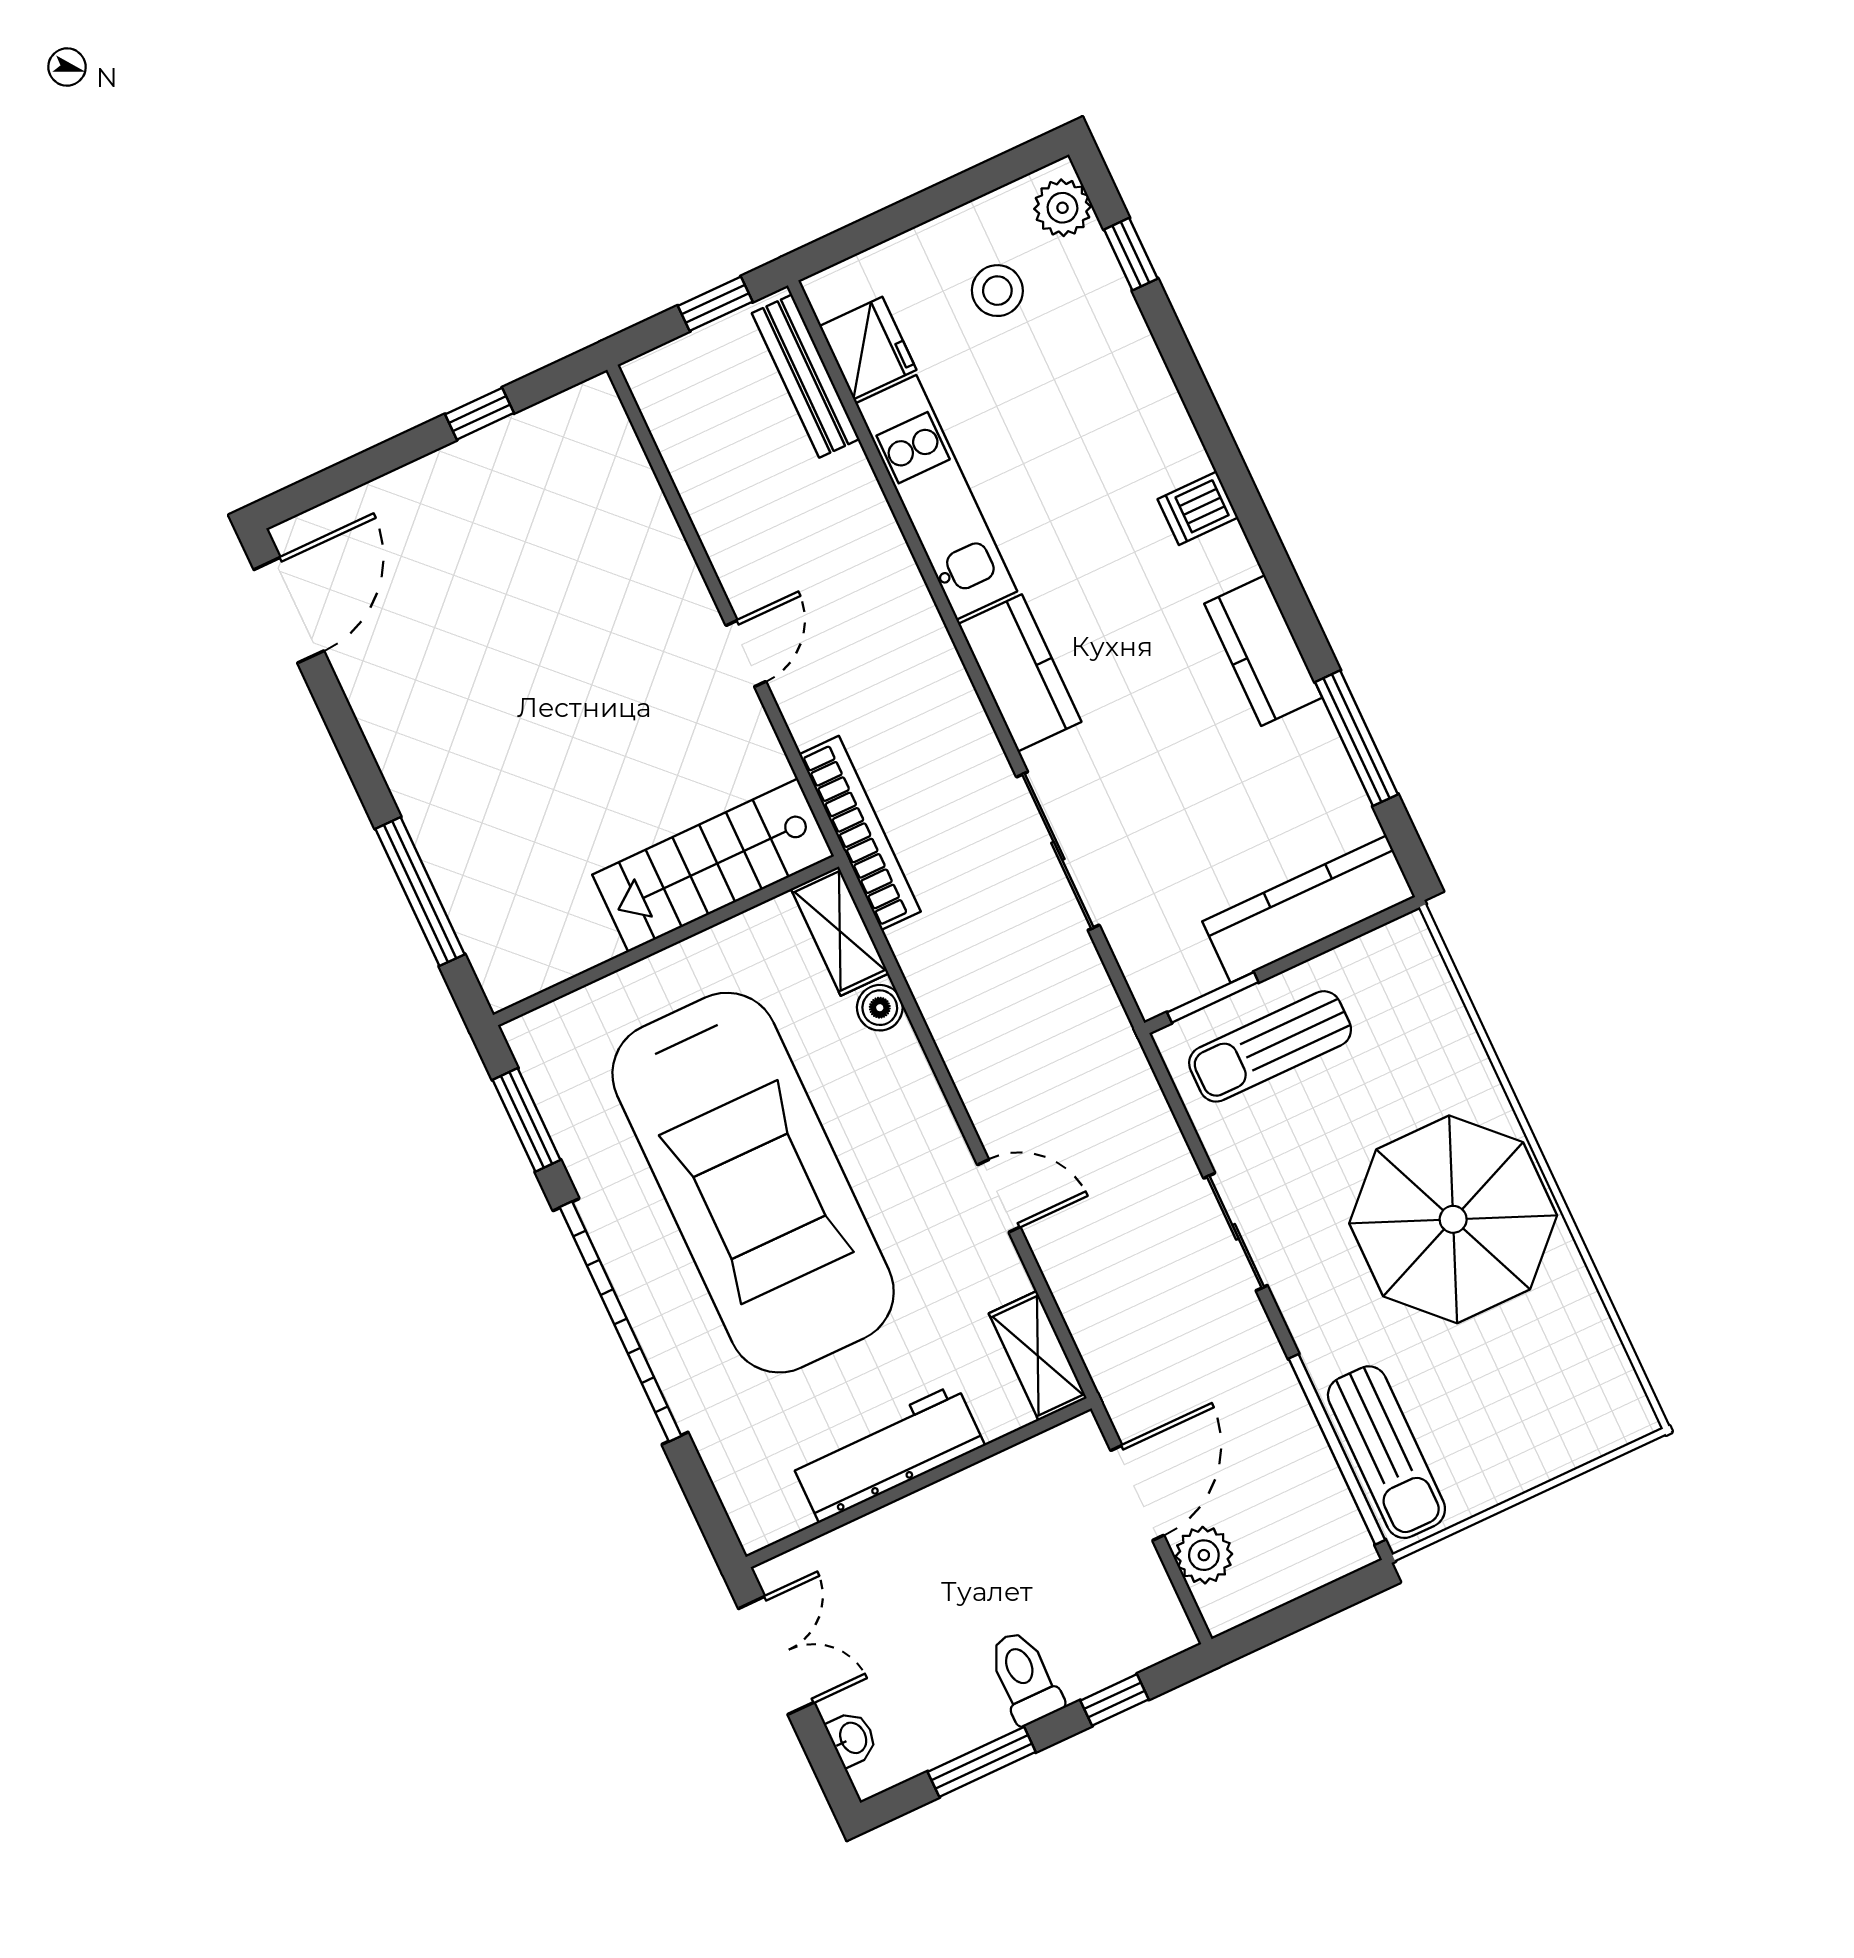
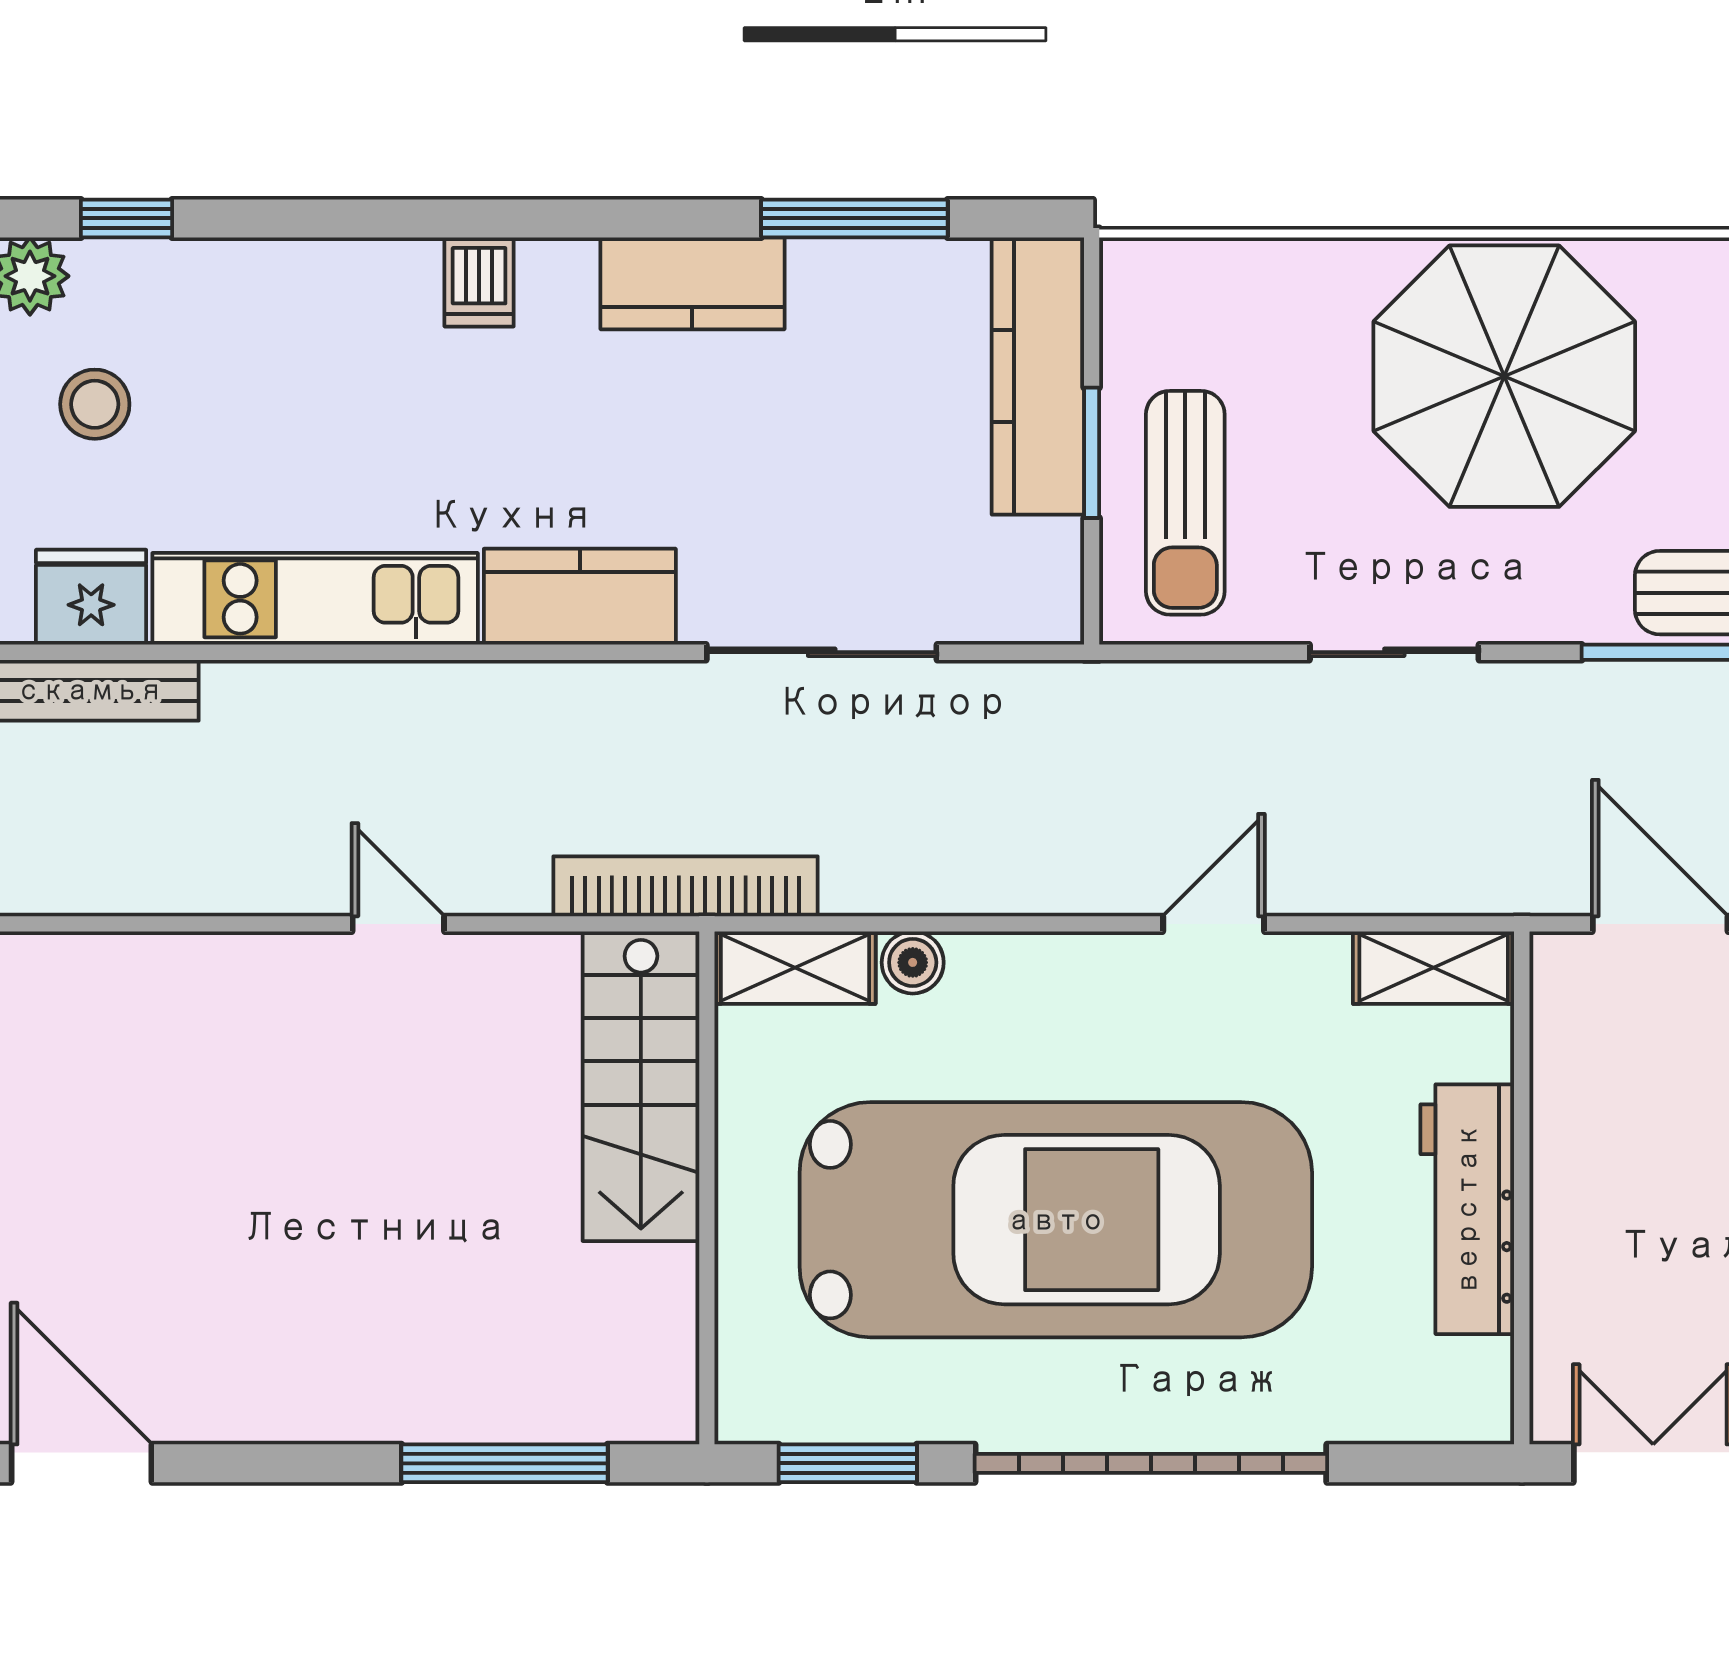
window: (1213, 997) -> (1092, 453), moved

